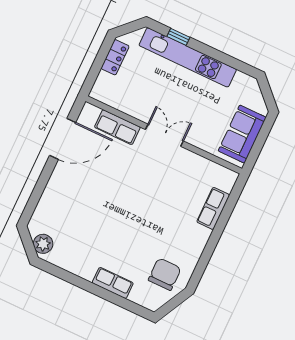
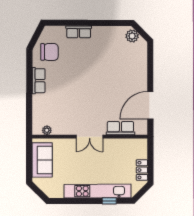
plant: (217, 171) -> (47, 130), added
row of seats: (213, 208) -> (39, 81), moved
chair: (165, 274) -> (49, 52), turned -90

